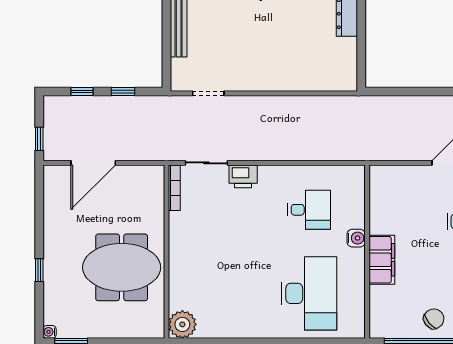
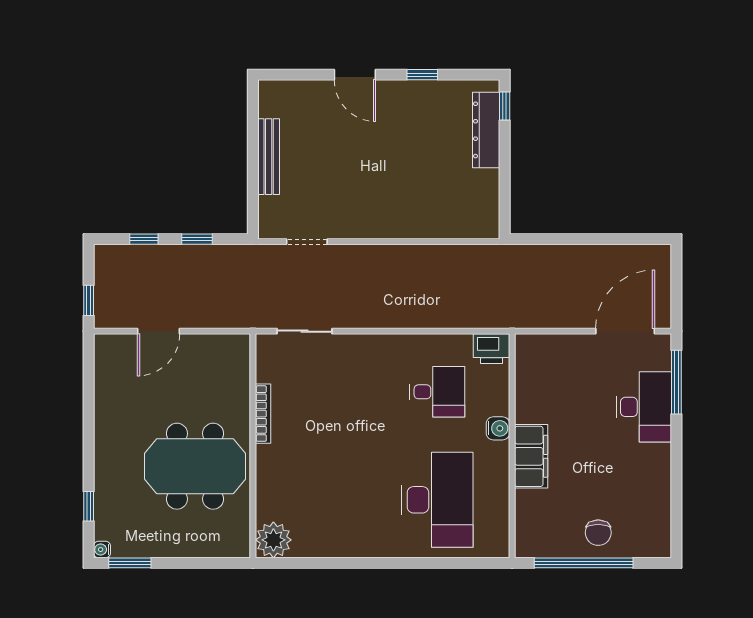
door: (93, 163) -> (159, 331), width x0.73
printer: (243, 176) -> (491, 349), moved
bookcase: (174, 188) -> (263, 414), moved
window: (39, 270) -> (89, 506), moved
chair: (434, 319) -> (598, 533), turned 130

